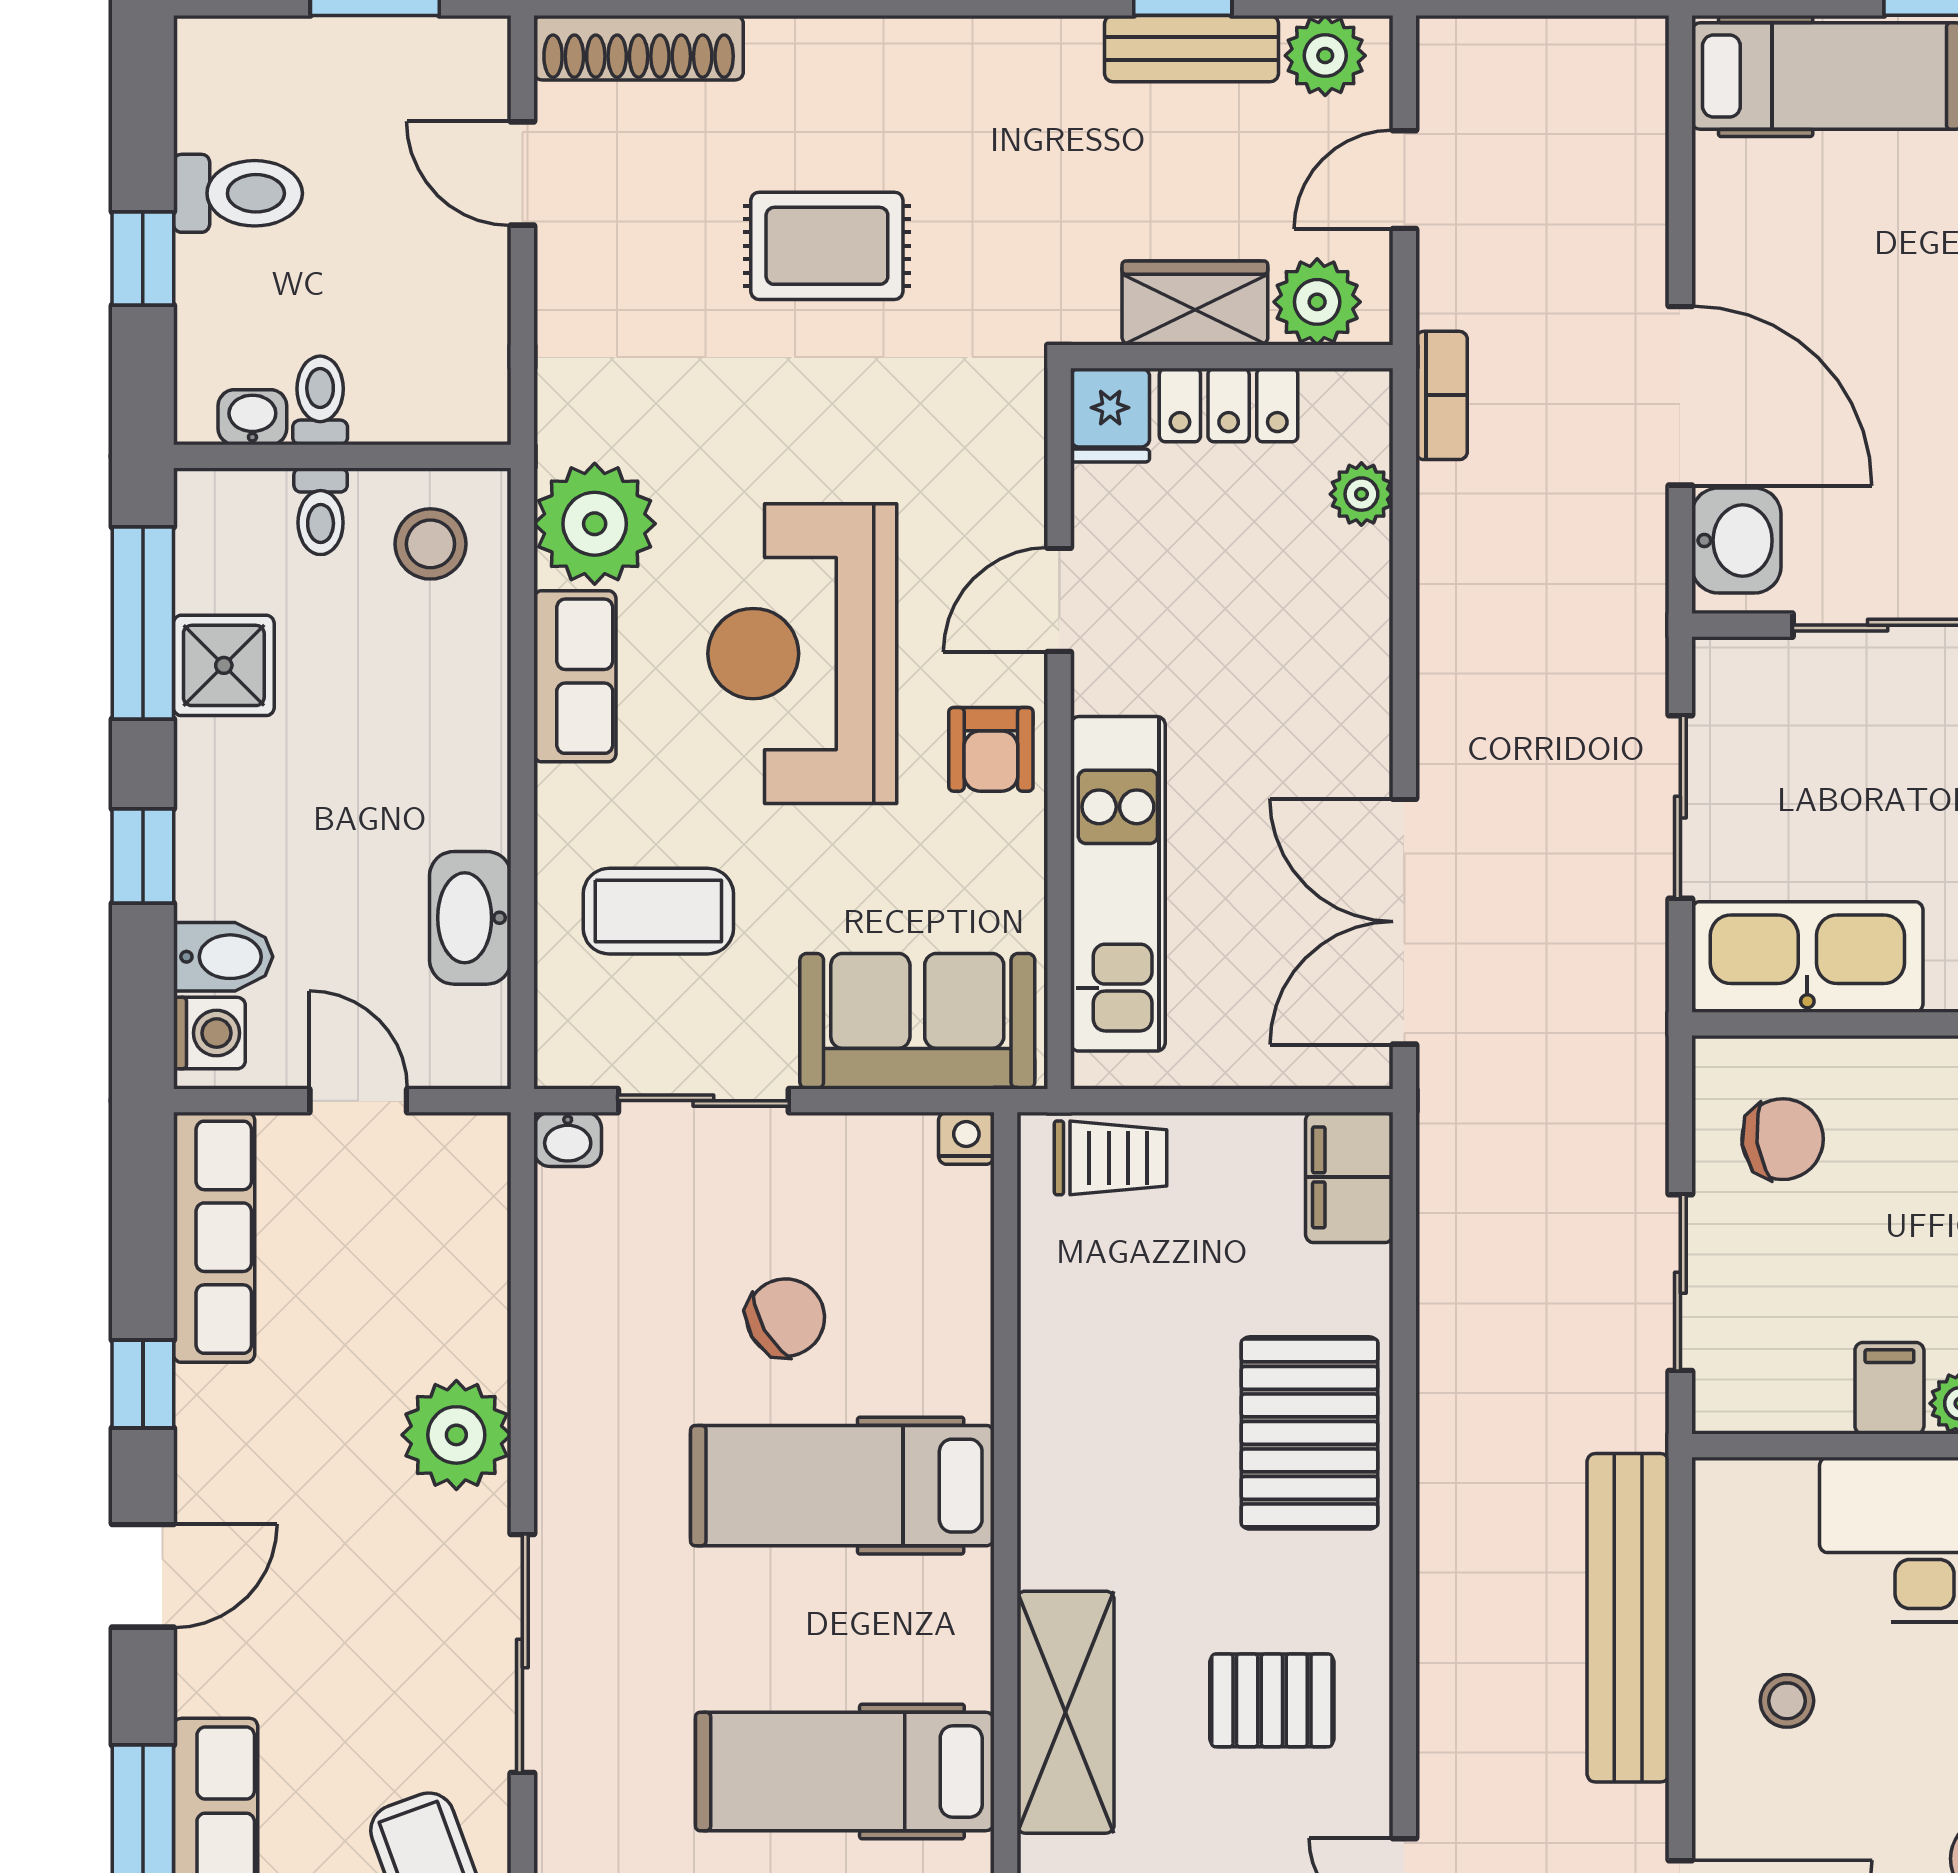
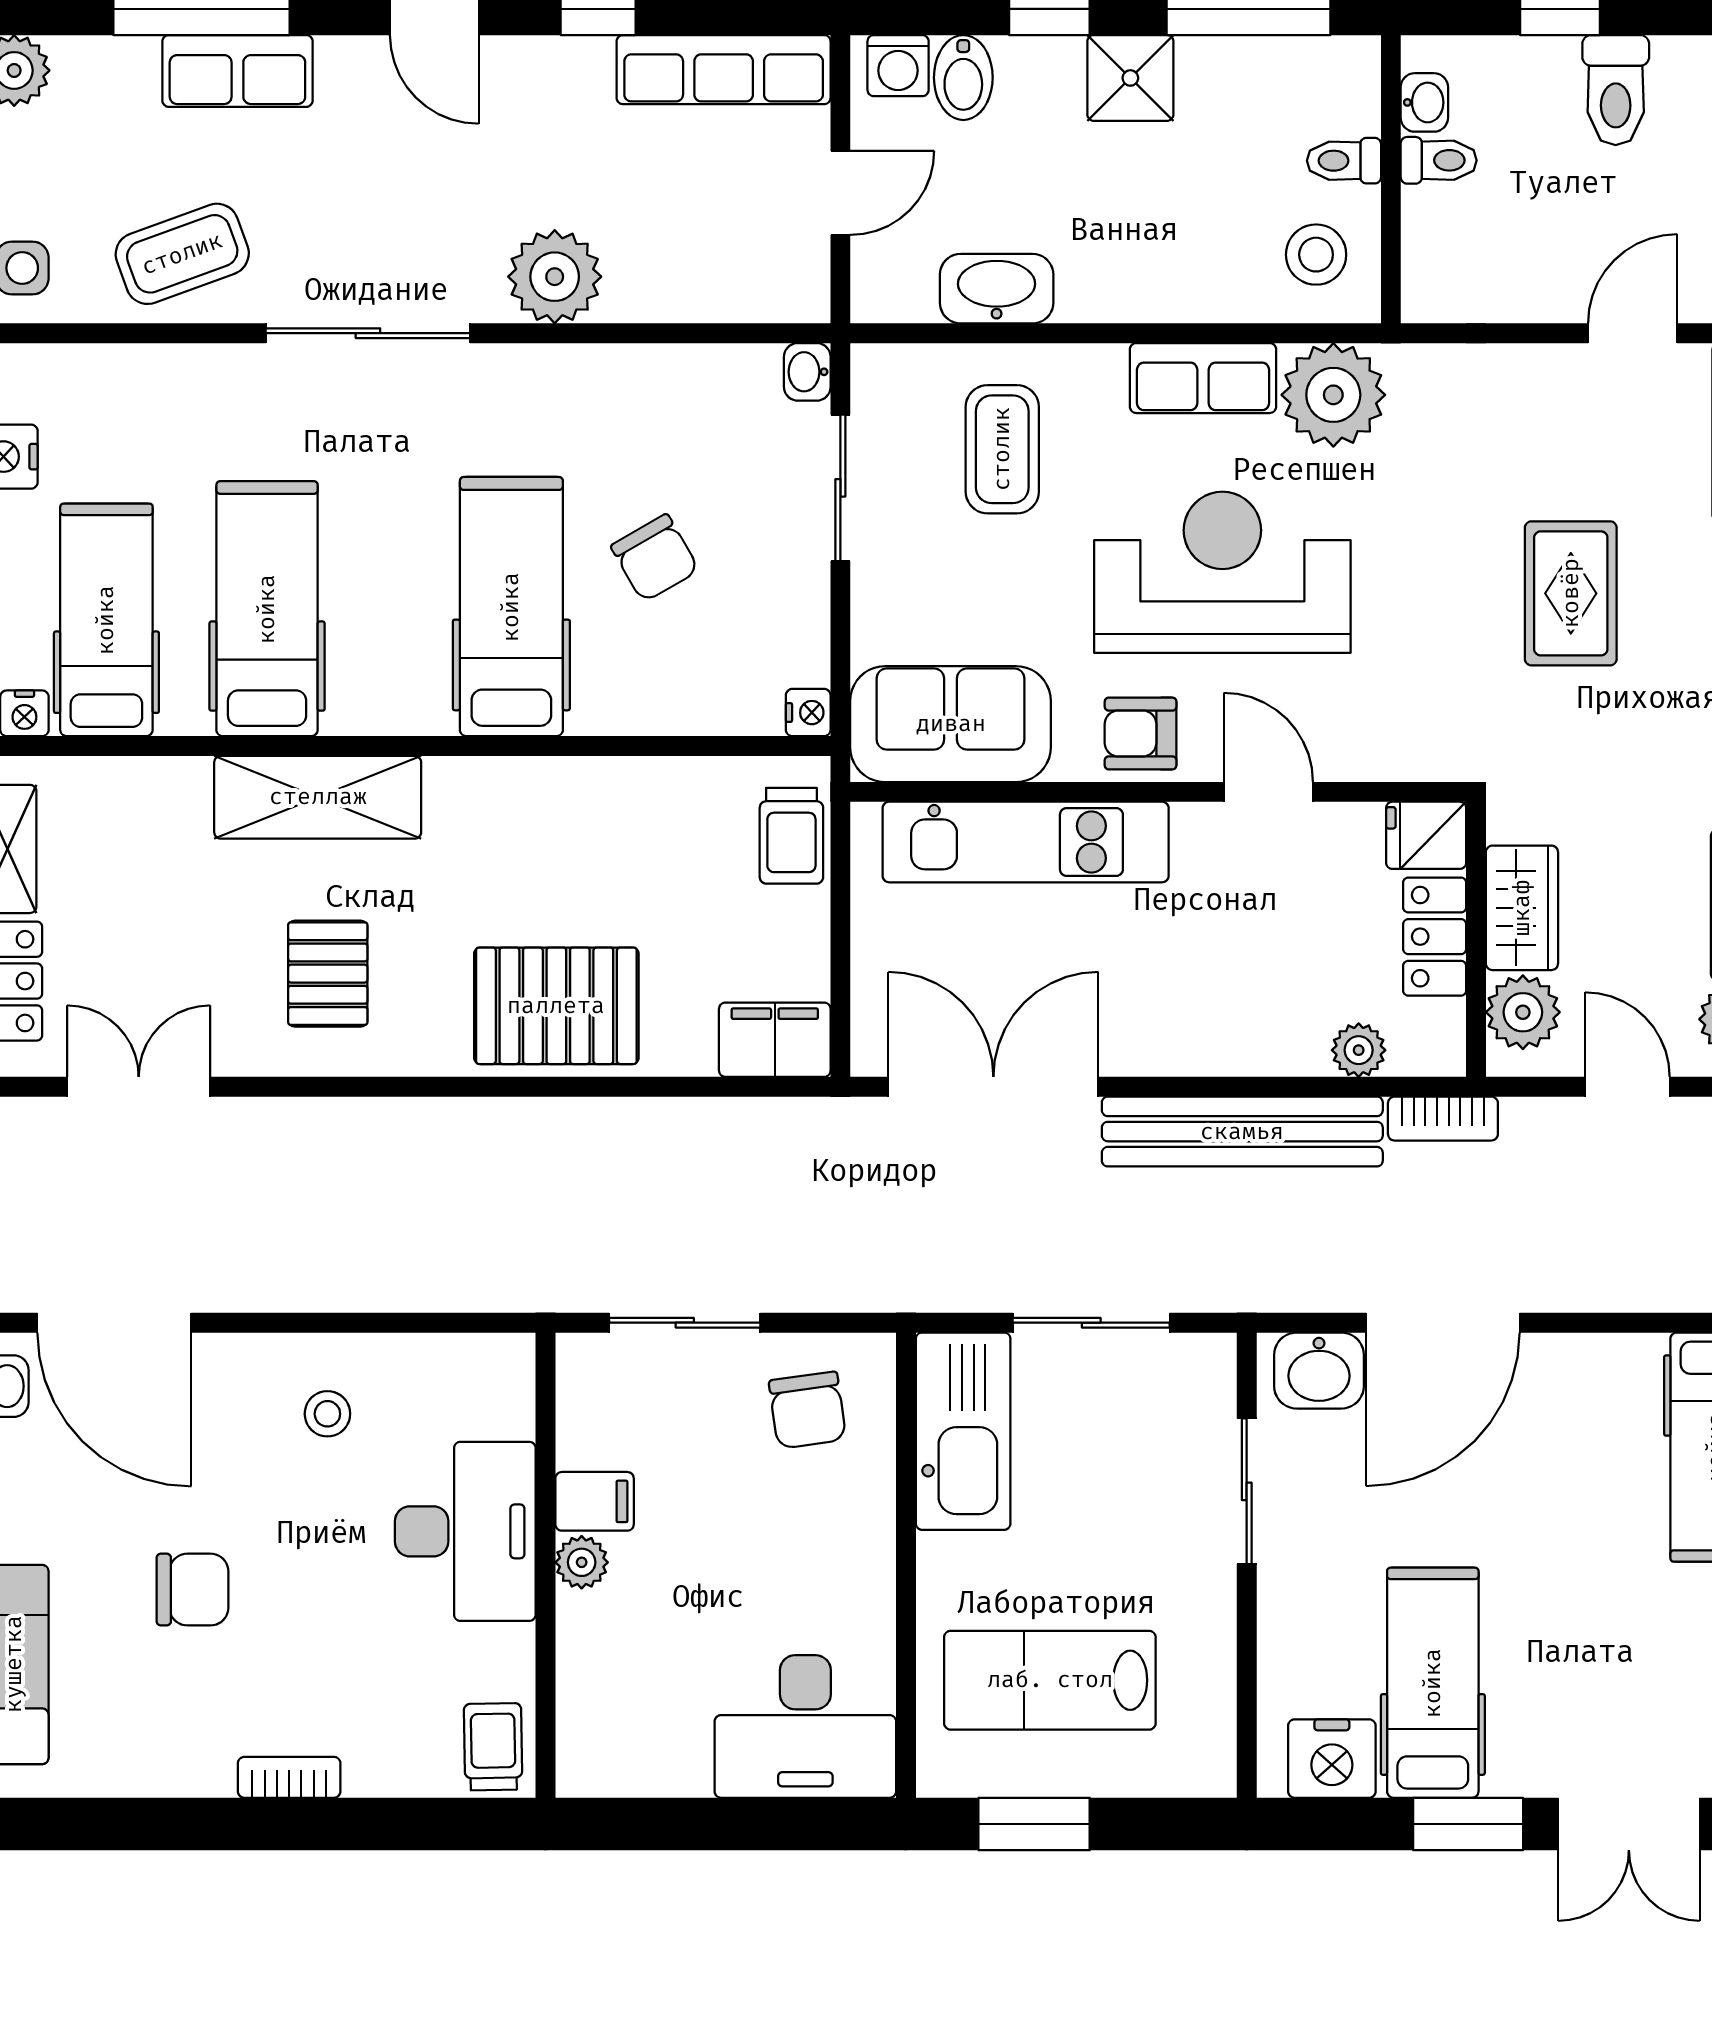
shower: (224, 665) -> (1130, 78), moved
sofa: (917, 1021) -> (951, 724), moved, turned -90
bench: (1628, 1618) -> (1242, 1132), moved

